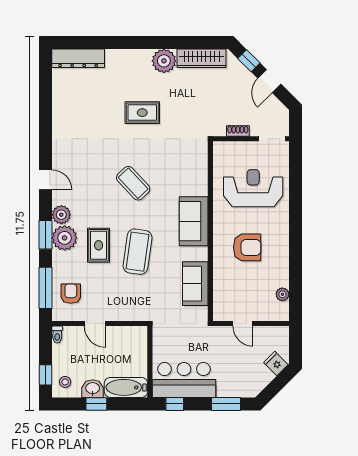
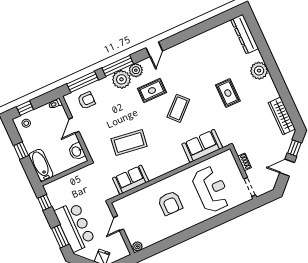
plant: (164, 61) -> (259, 71), moved
sofa: (194, 221) -> (202, 146), moved
window: (46, 235) -> (118, 66), width x1.44
rug: (99, 245) -> (152, 91), moved
coffee table: (138, 252) -> (129, 142), moved
plant: (282, 294) -> (137, 246), moved
bar counter: (184, 380) -> (75, 227), moved
washbasin: (93, 389) -> (77, 151), moved, turned 180

